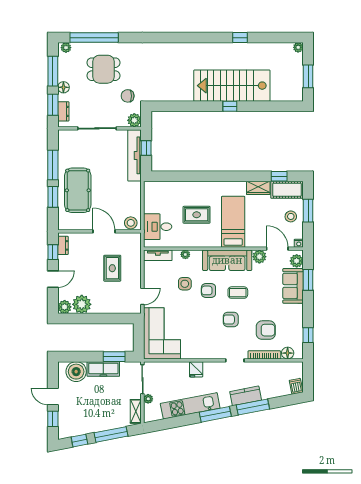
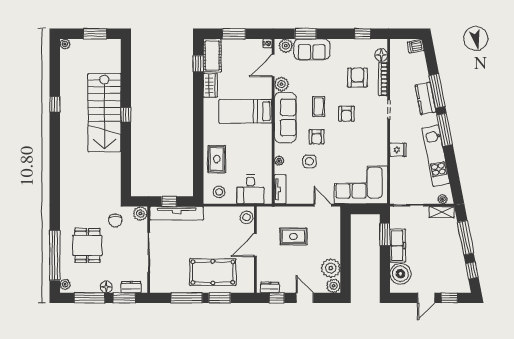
rug: (197, 215) -> (217, 159), moved
stool: (291, 216) -> (219, 192), moved
plant: (148, 399) -> (443, 199), moved

